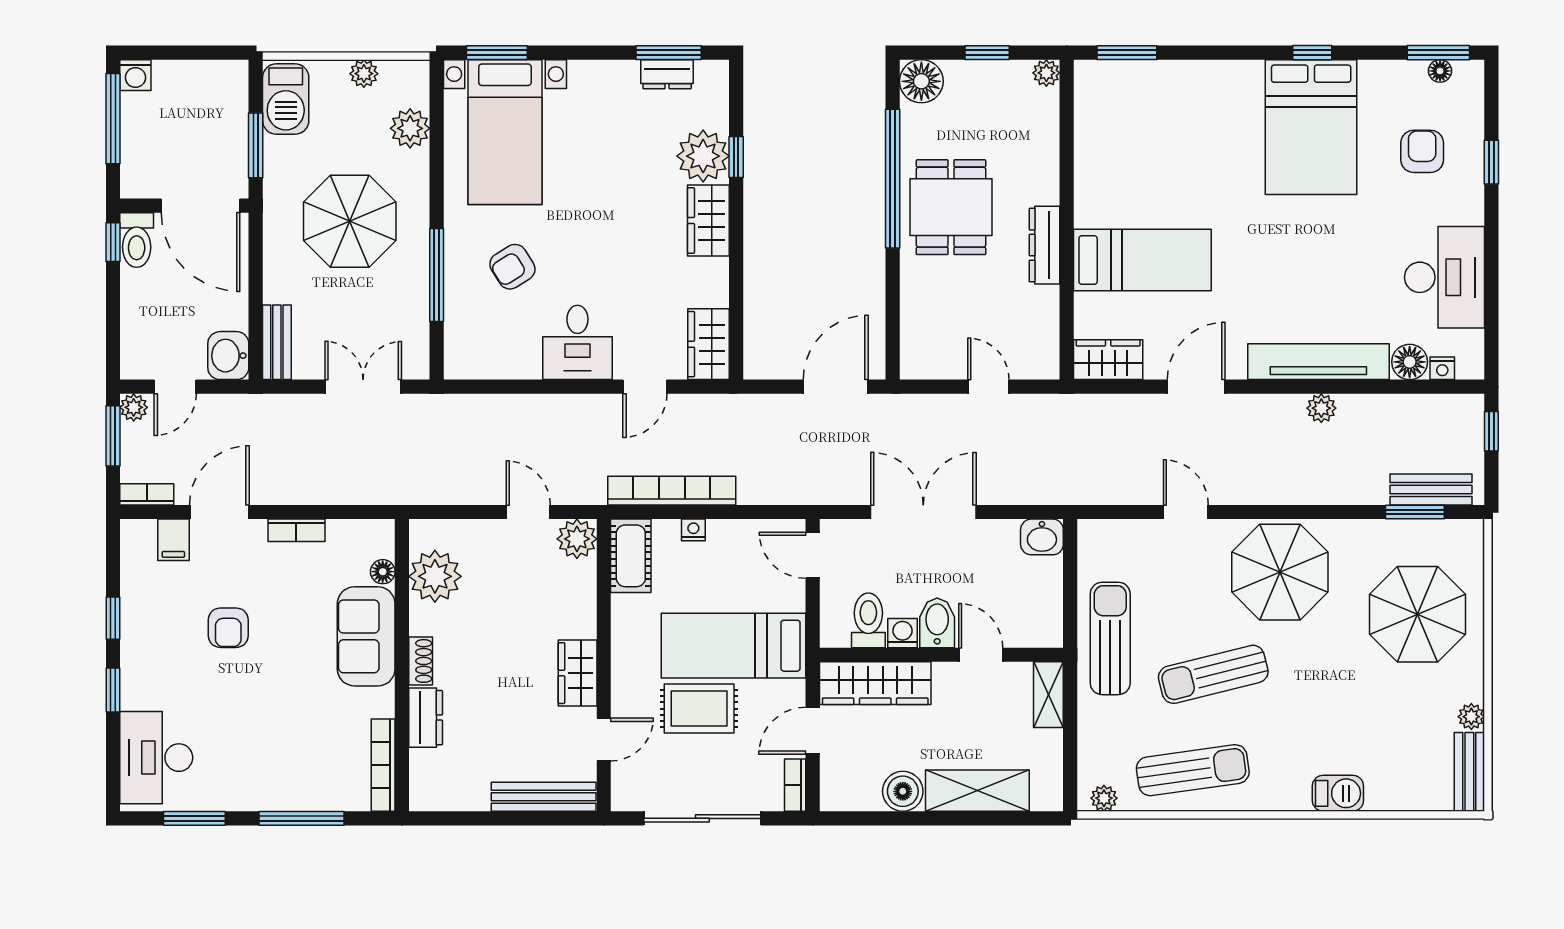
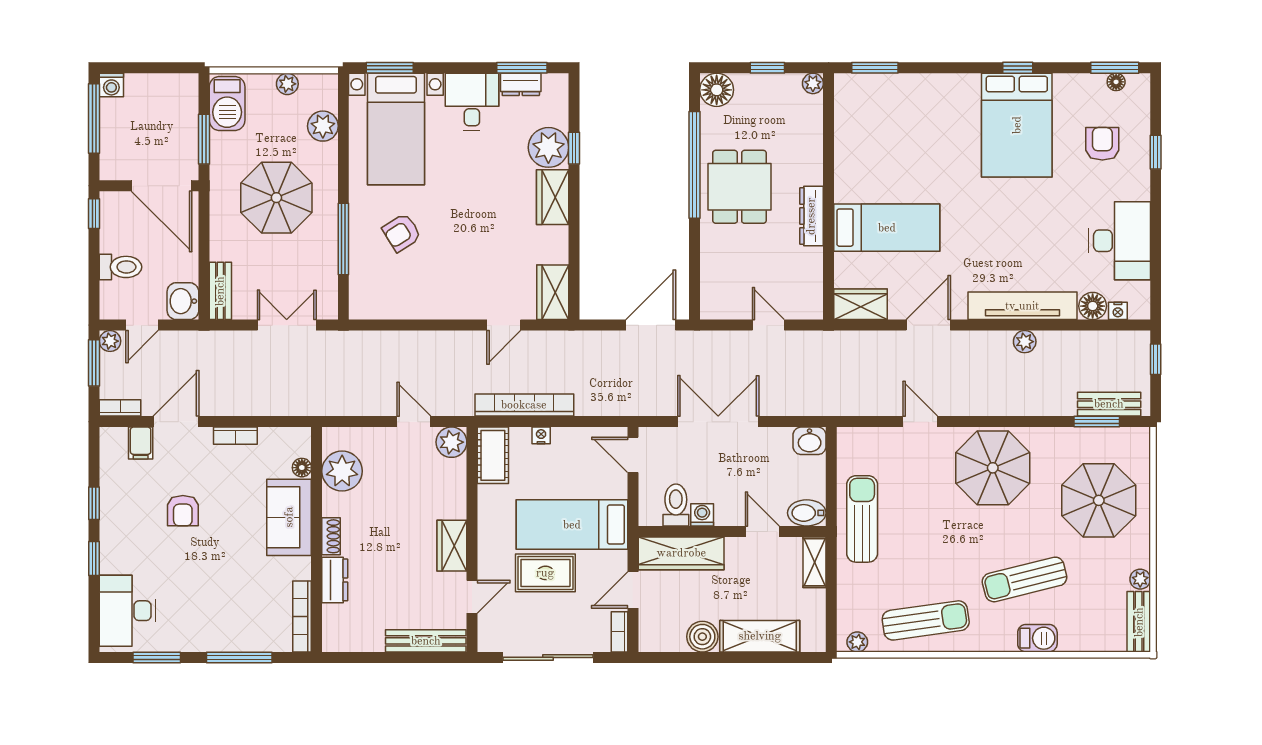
toilet: (137, 240) -> (121, 267), moved, turned -90
desk: (577, 342) -> (472, 102), moved, turned 180
bidet: (937, 623) -> (807, 513), moved, turned -90
sun lounger: (1213, 674) -> (1025, 579), moved

